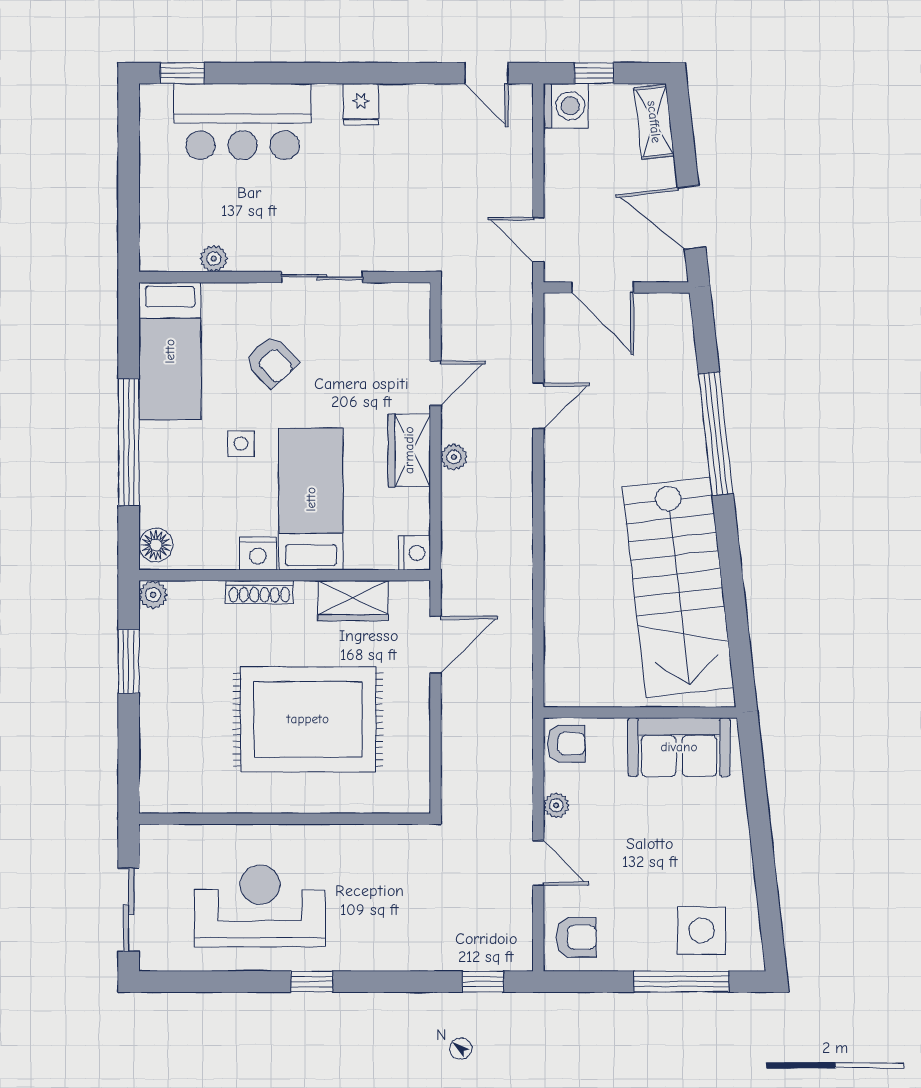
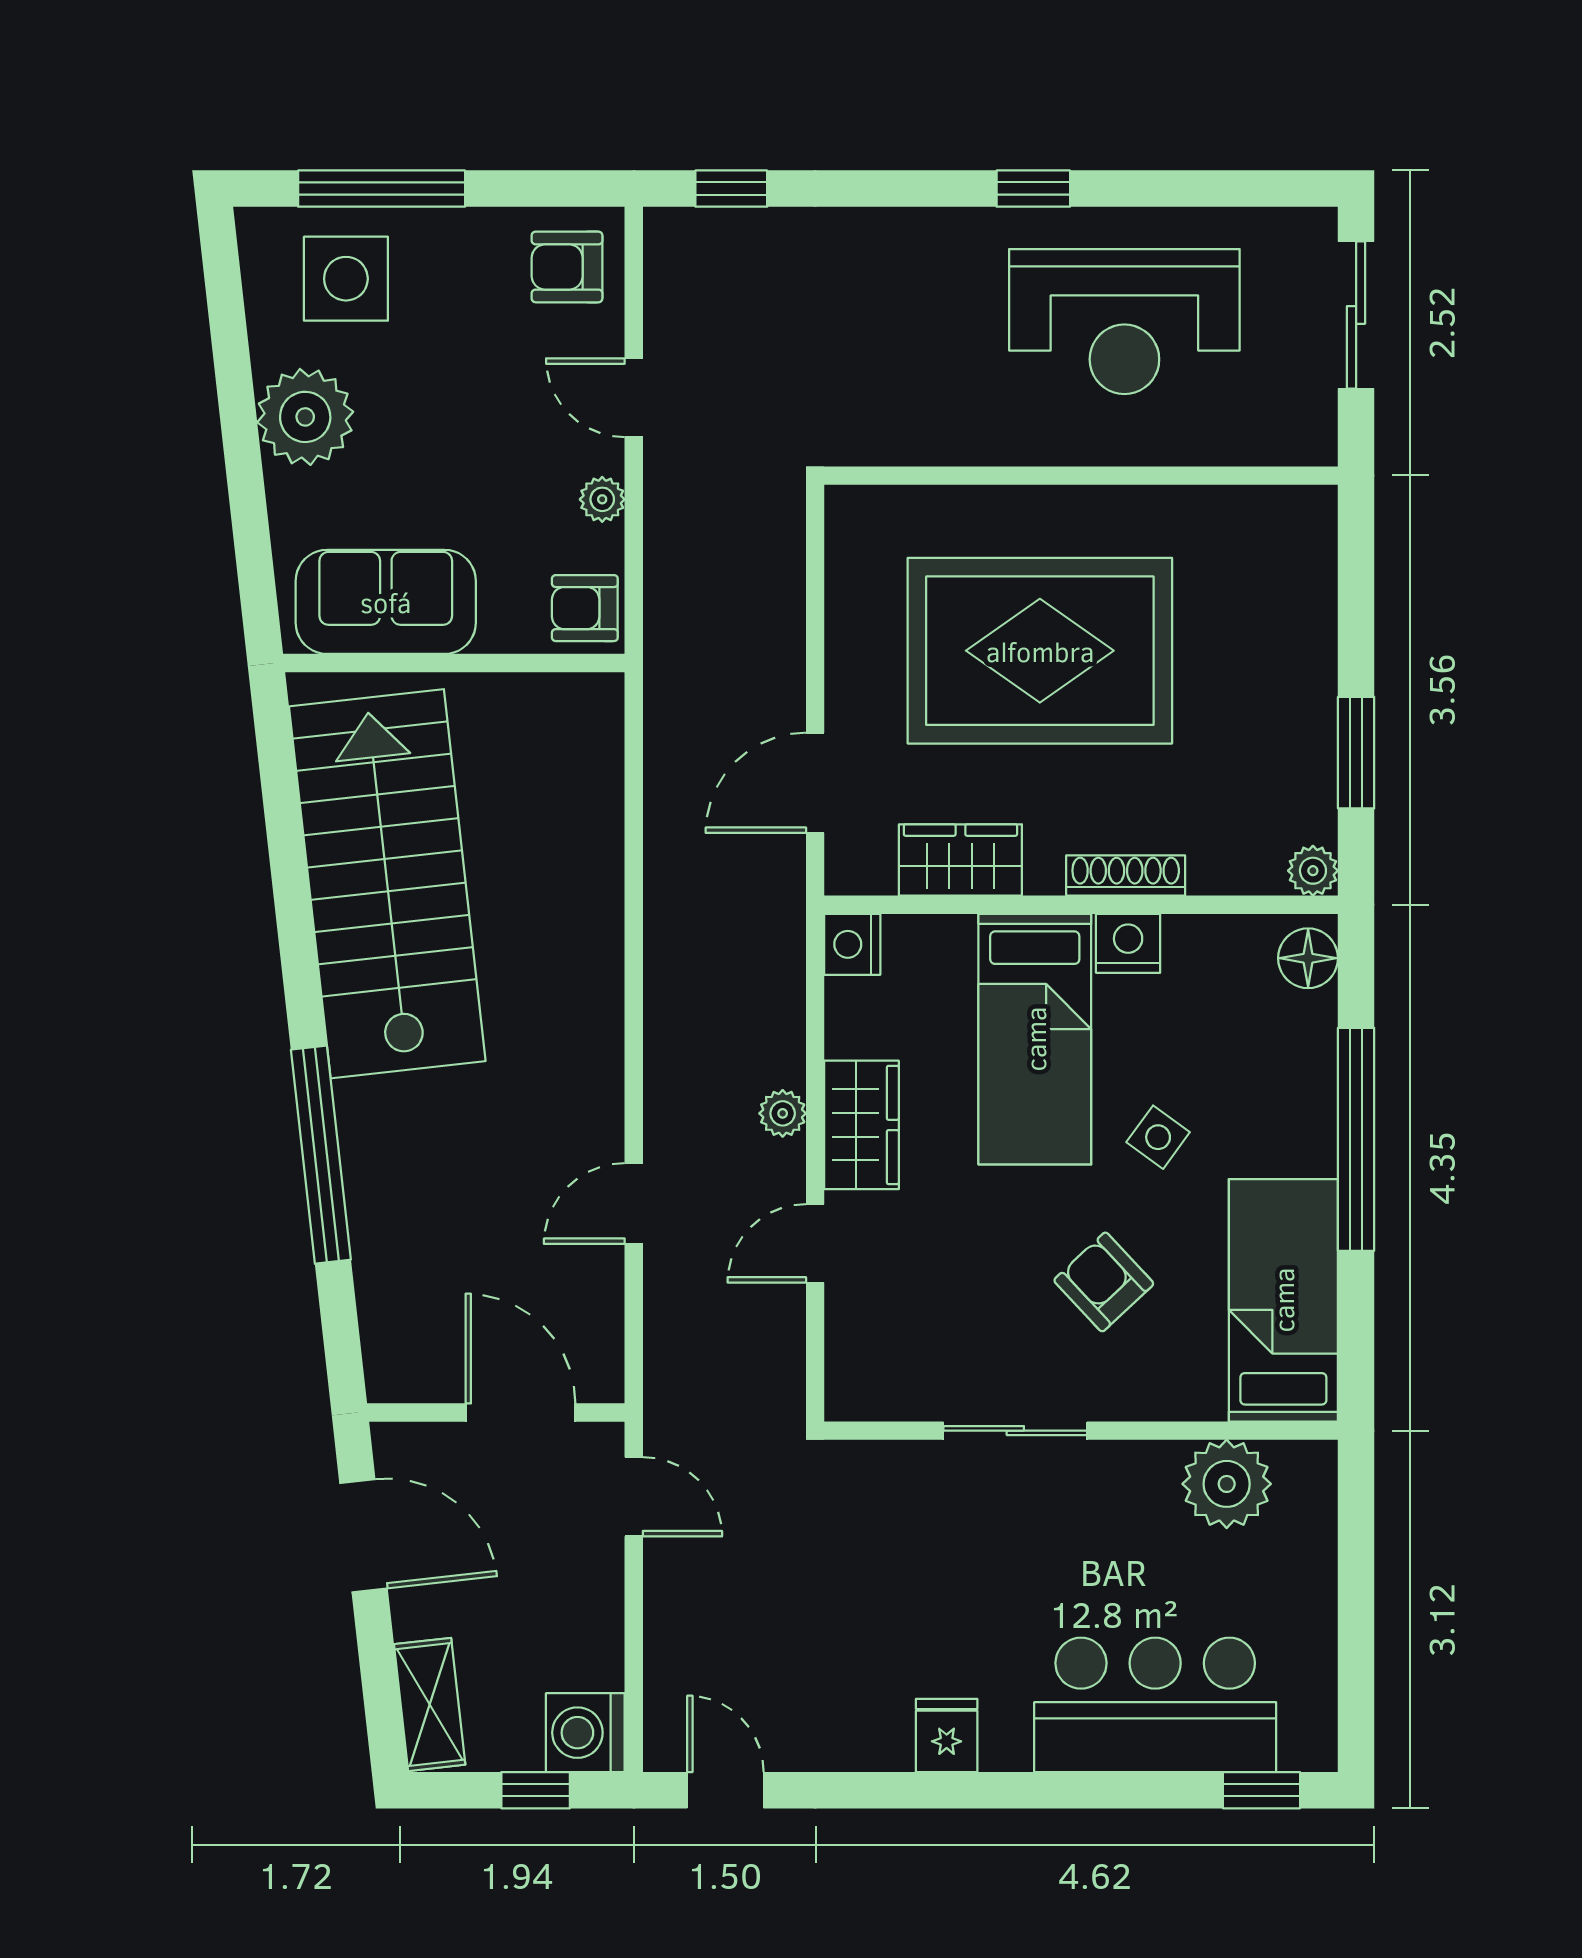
plant: (214, 259) -> (1227, 1484), width x1.88, depth x1.88
side table: (241, 444) -> (1158, 1137), turned 36
plant: (725, 852) -> (305, 417), added

